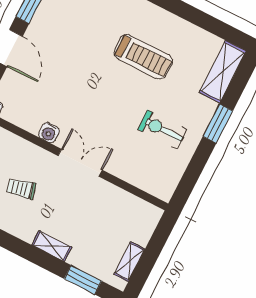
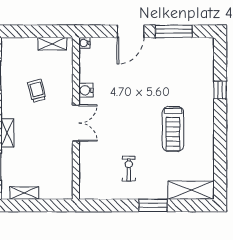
exercise bike: (162, 130) -> (129, 169), width x0.73, depth x0.72

